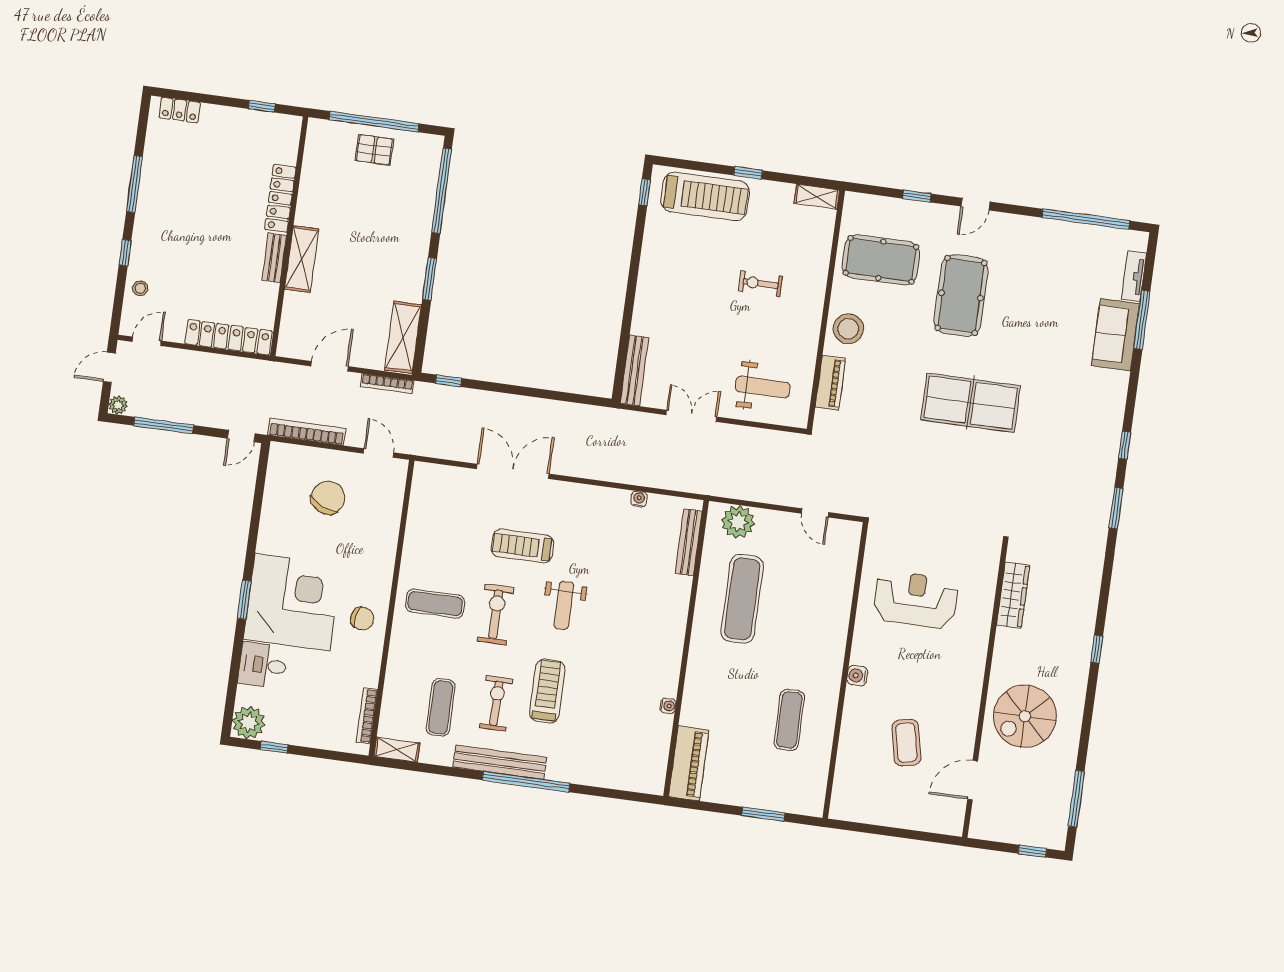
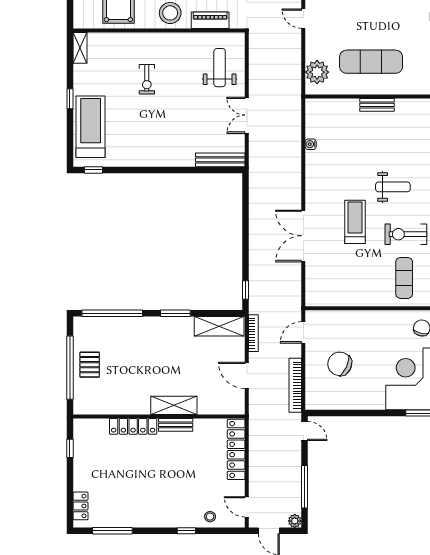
window: (134, 184) -> (112, 531), moved
door: (815, 513) -> (303, 19), swing flipped
bench: (689, 542) -> (377, 105), moved, width x0.73
treadmill: (522, 546) -> (355, 222), turned 180

